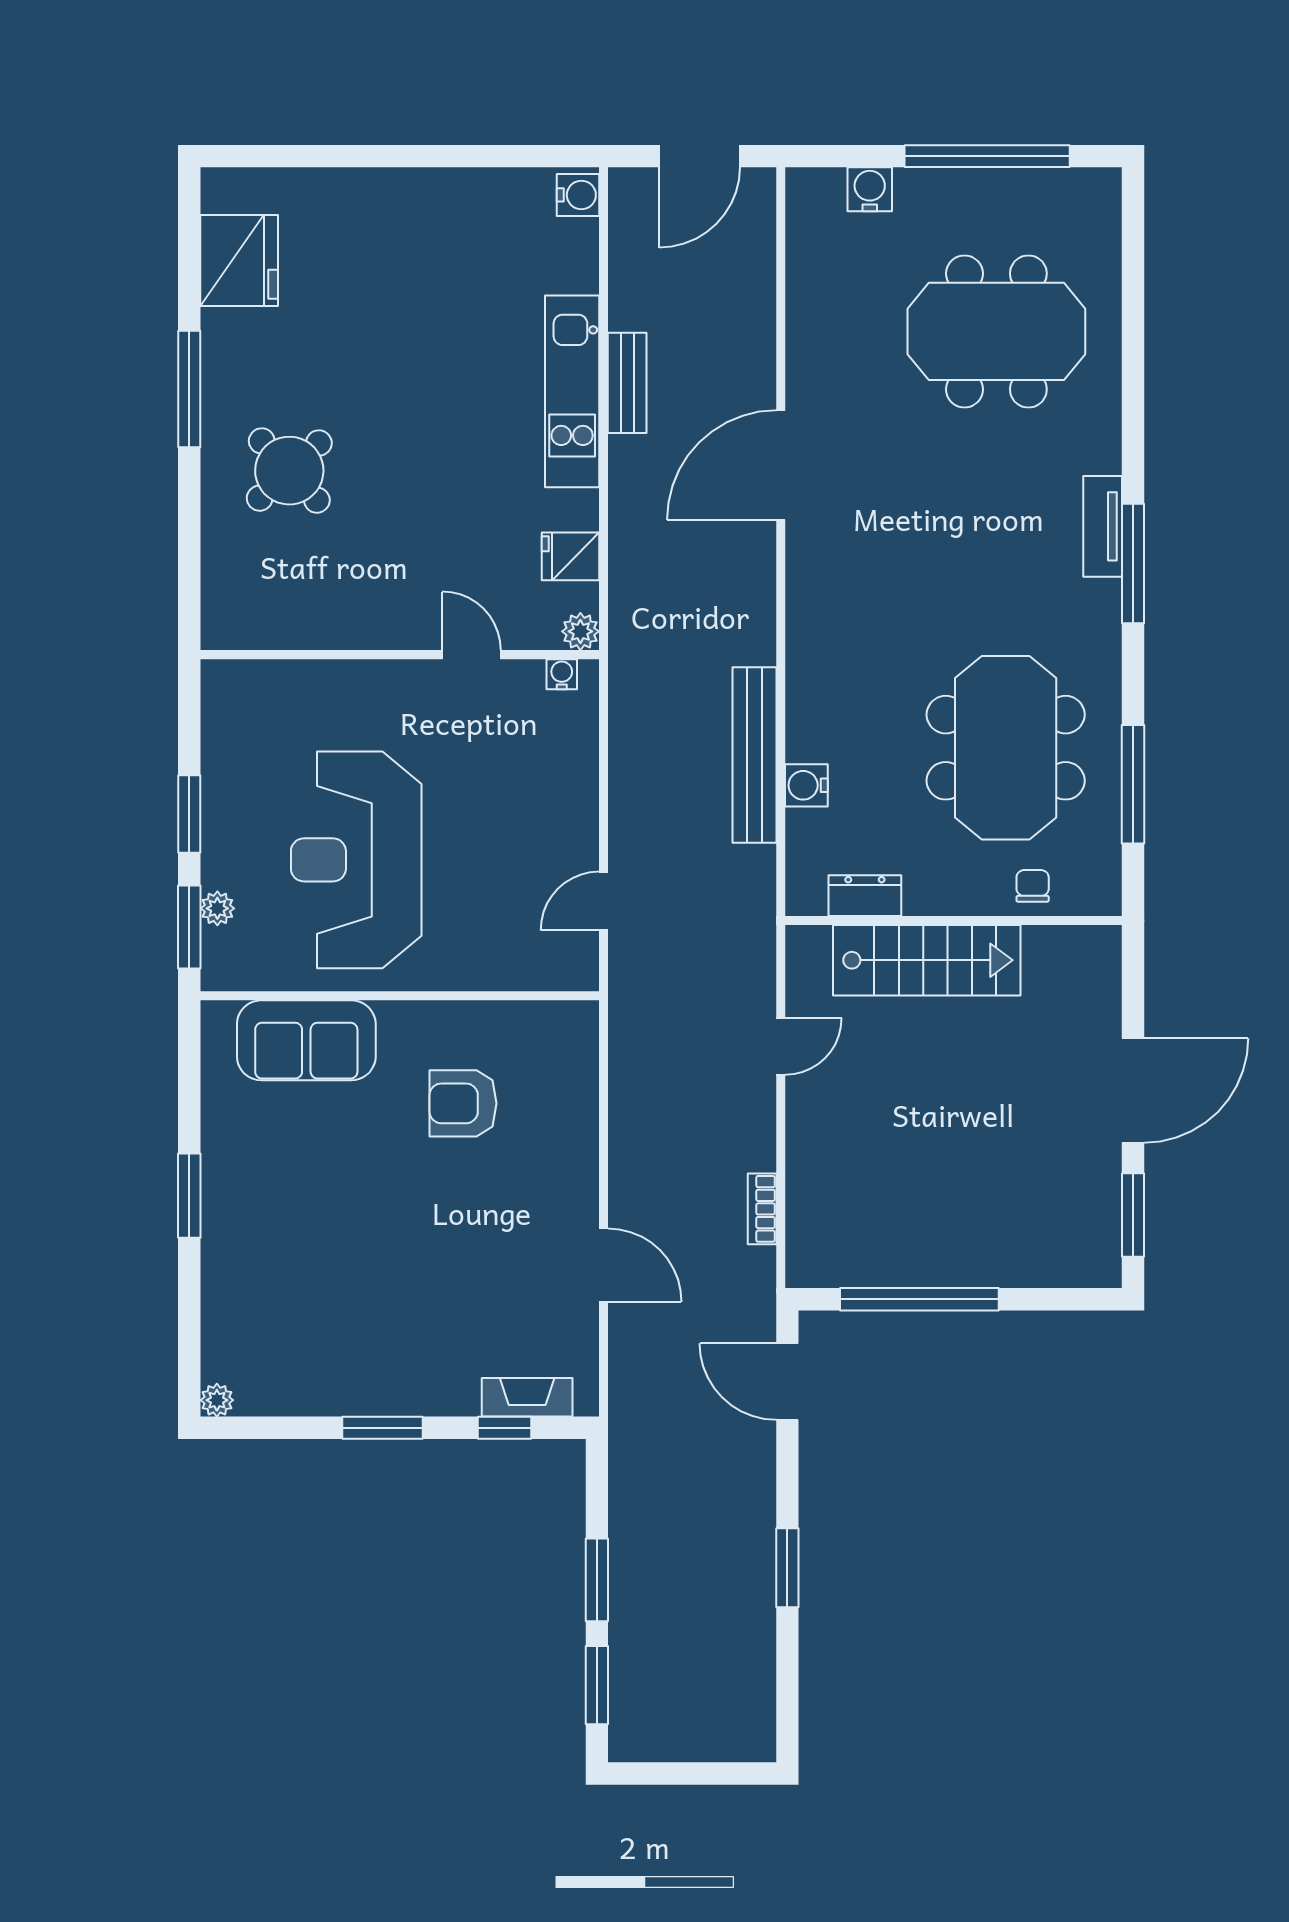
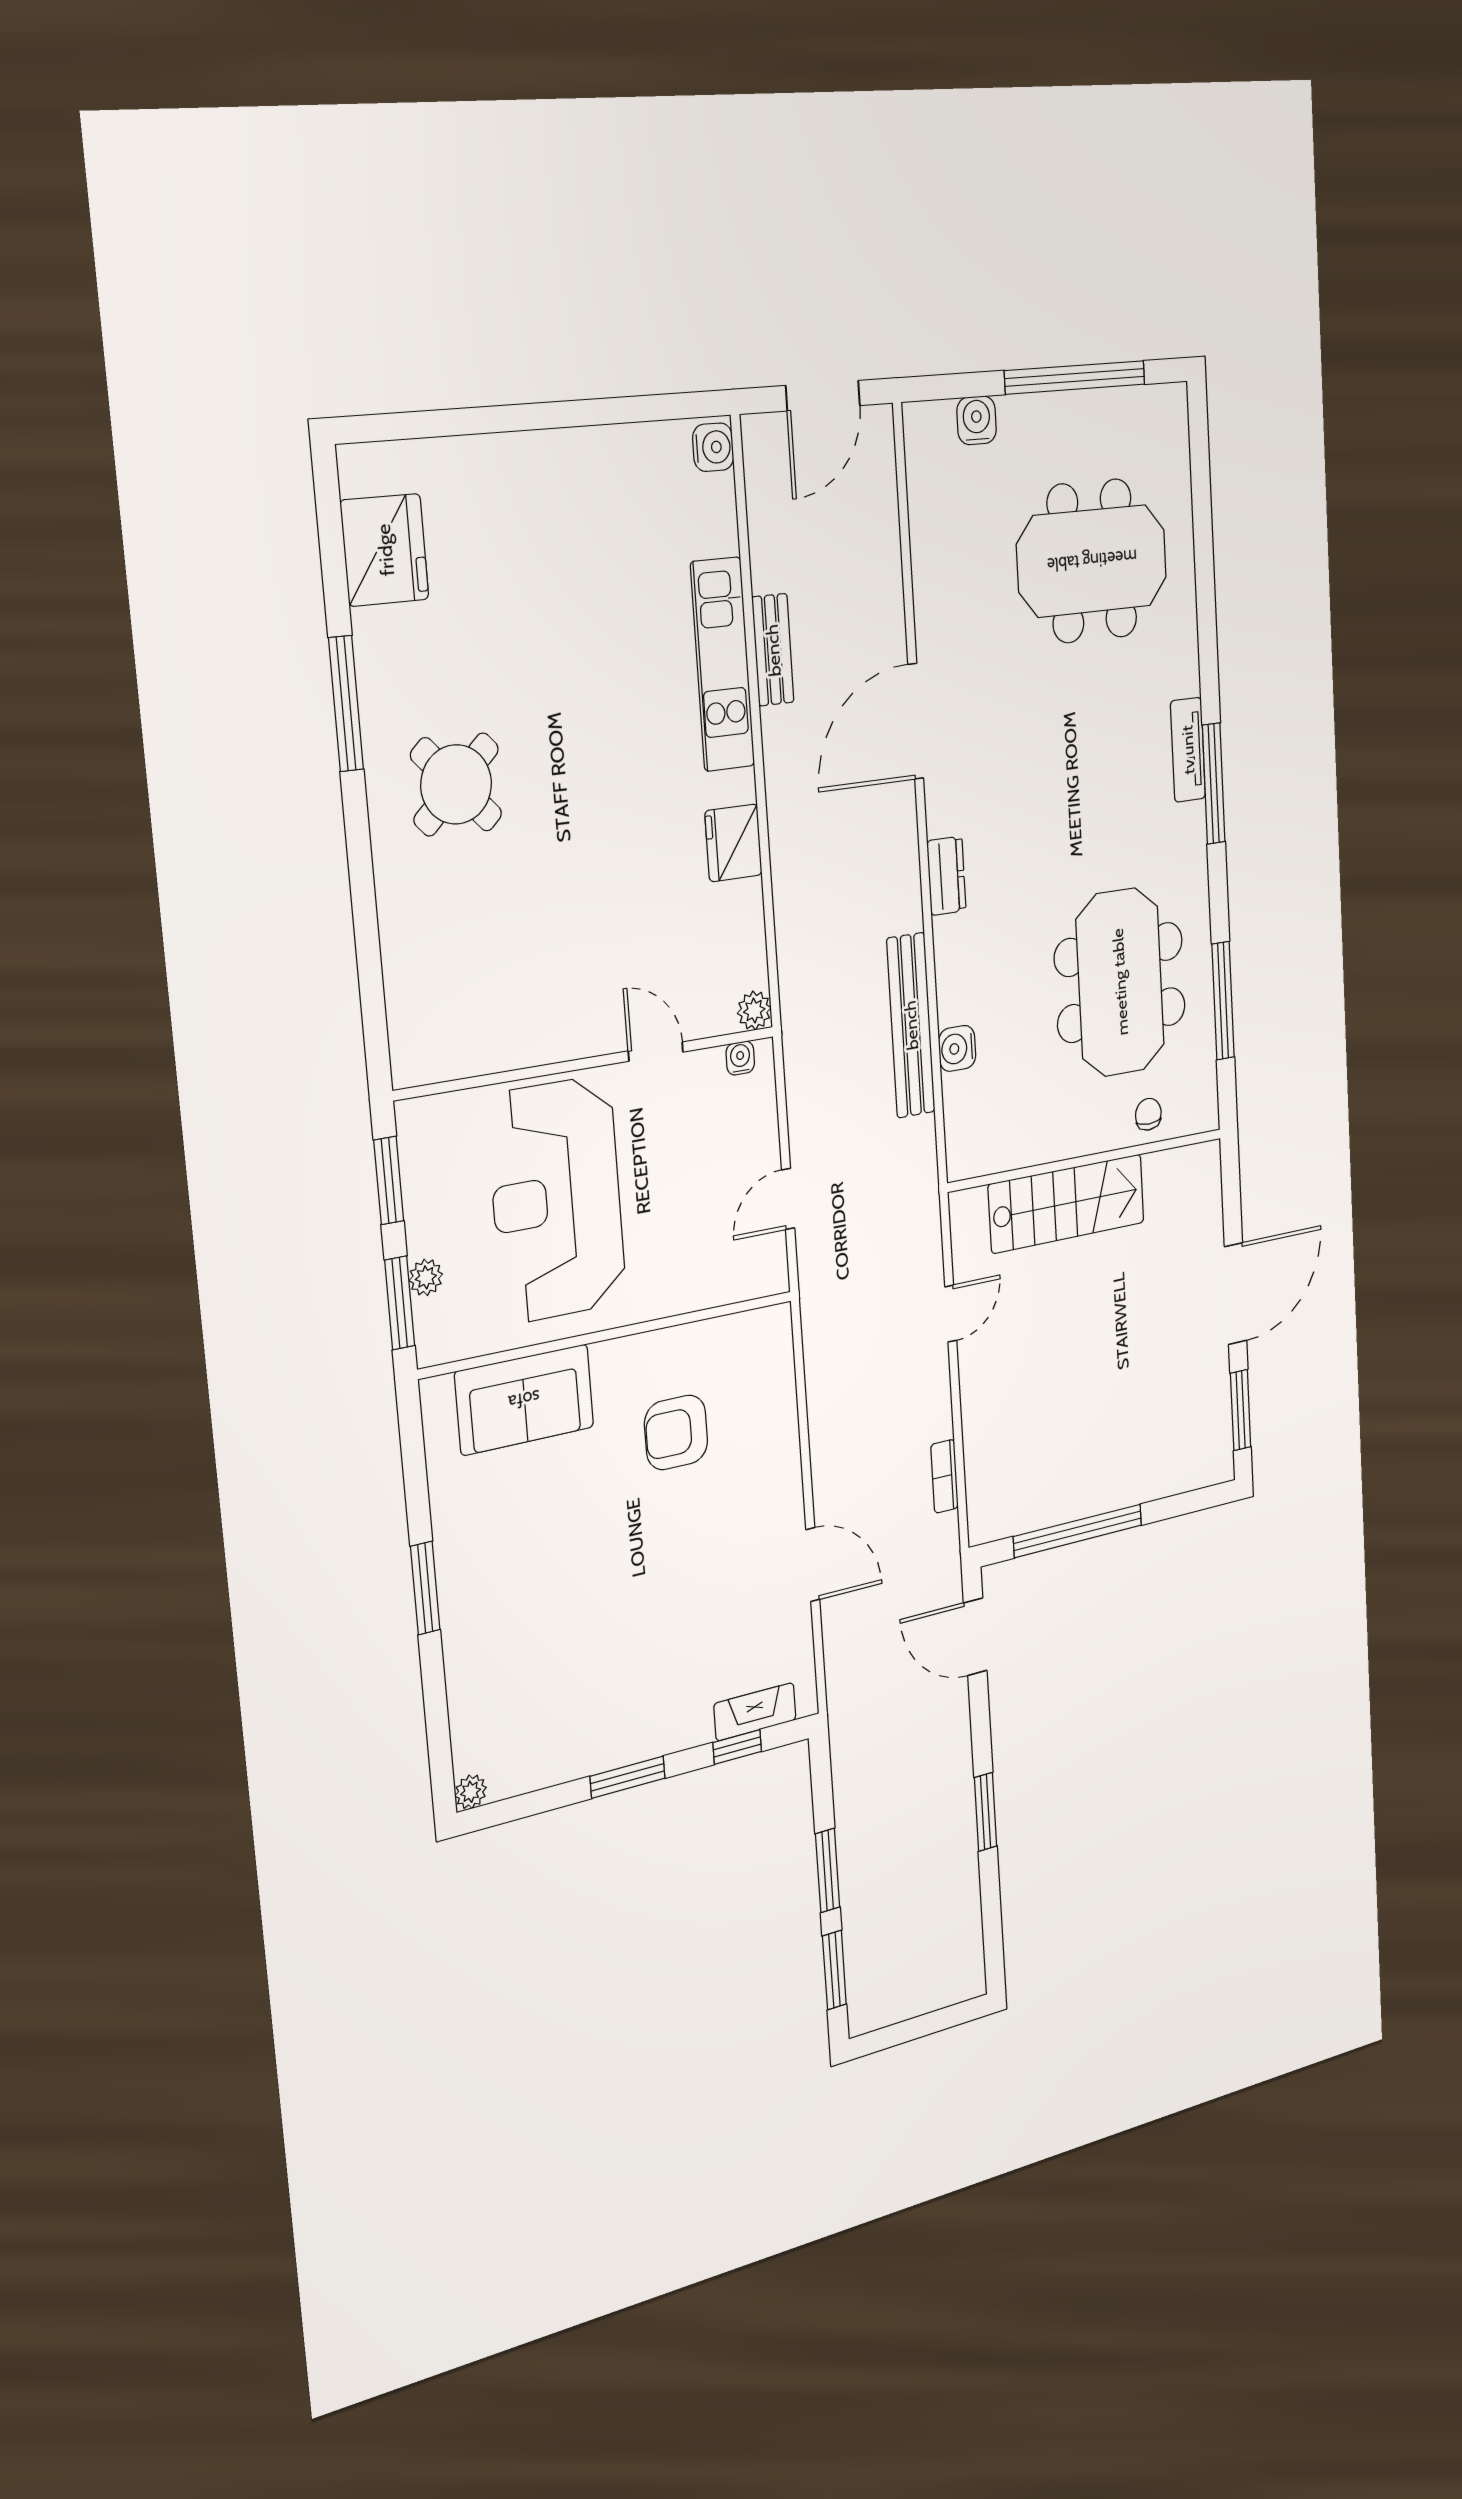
fridge: (570, 556) -> (733, 843), width x1.38
plant: (580, 631) -> (754, 1010), moved
wall: (400, 655) -> (588, 1063), moved
door: (471, 655) -> (656, 1052), moved
water cooler: (562, 674) -> (740, 1058), moved
dresser: (865, 896) -> (946, 876), moved, turned 90

